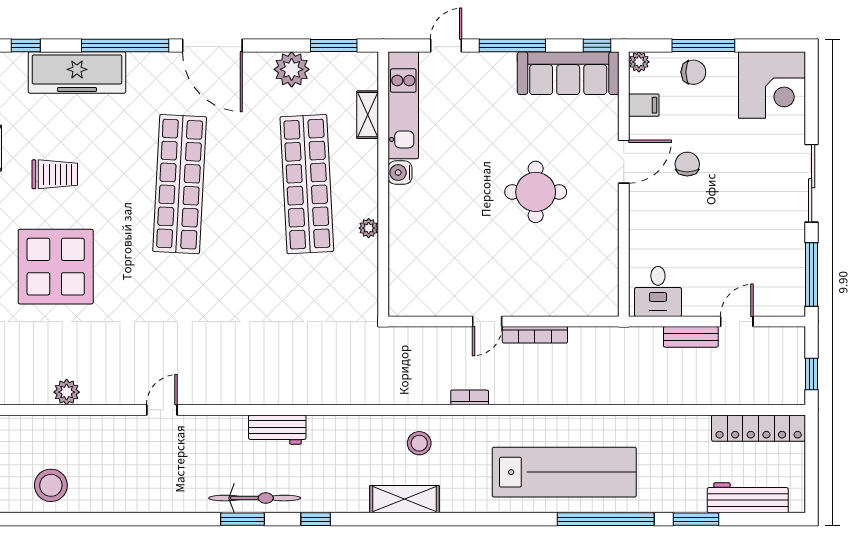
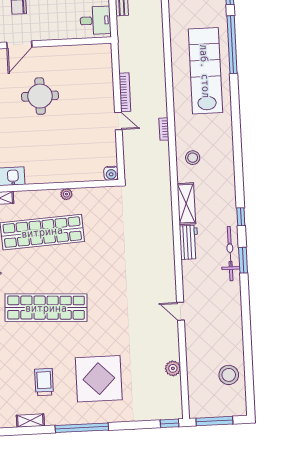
door: (624, 162) -> (19, 45), swing flipped
water cooler: (400, 173) -> (111, 173), moved
shelving: (404, 499) -> (186, 204), moved

